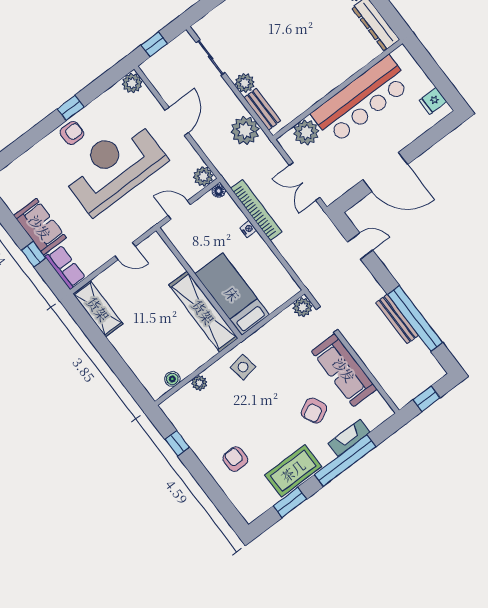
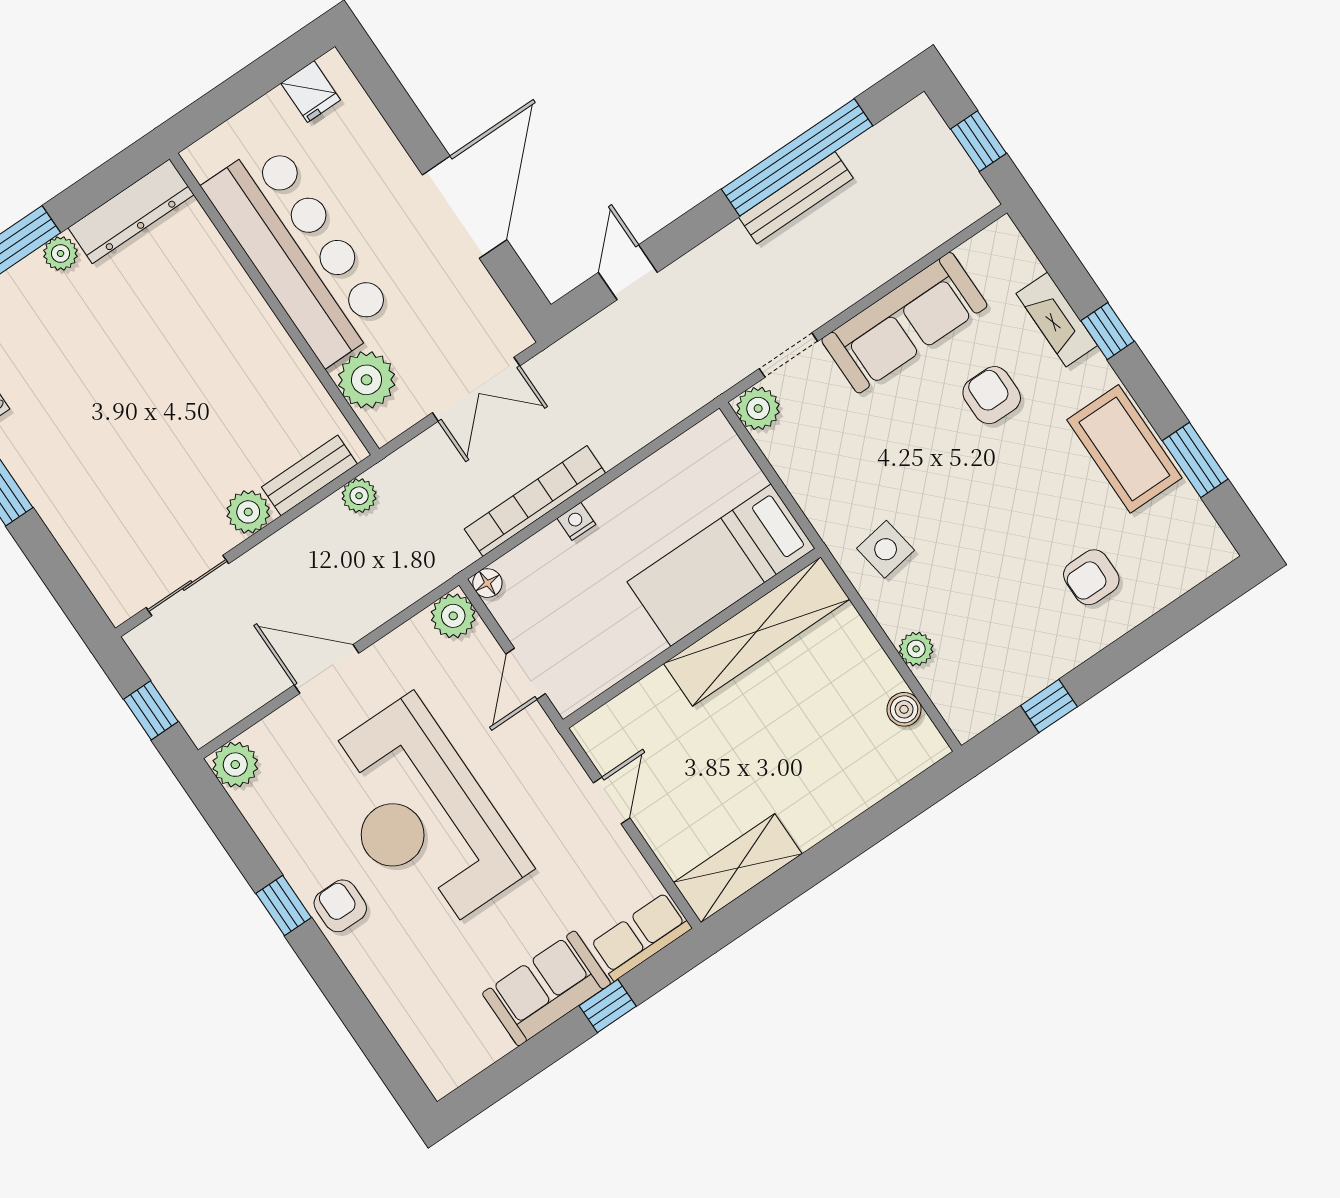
plant: (245, 131) -> (359, 496), width x0.53, depth x0.53
armchair: (314, 411) -> (992, 395), turned -153
window: (345, 461) -> (1108, 331), width x0.32

